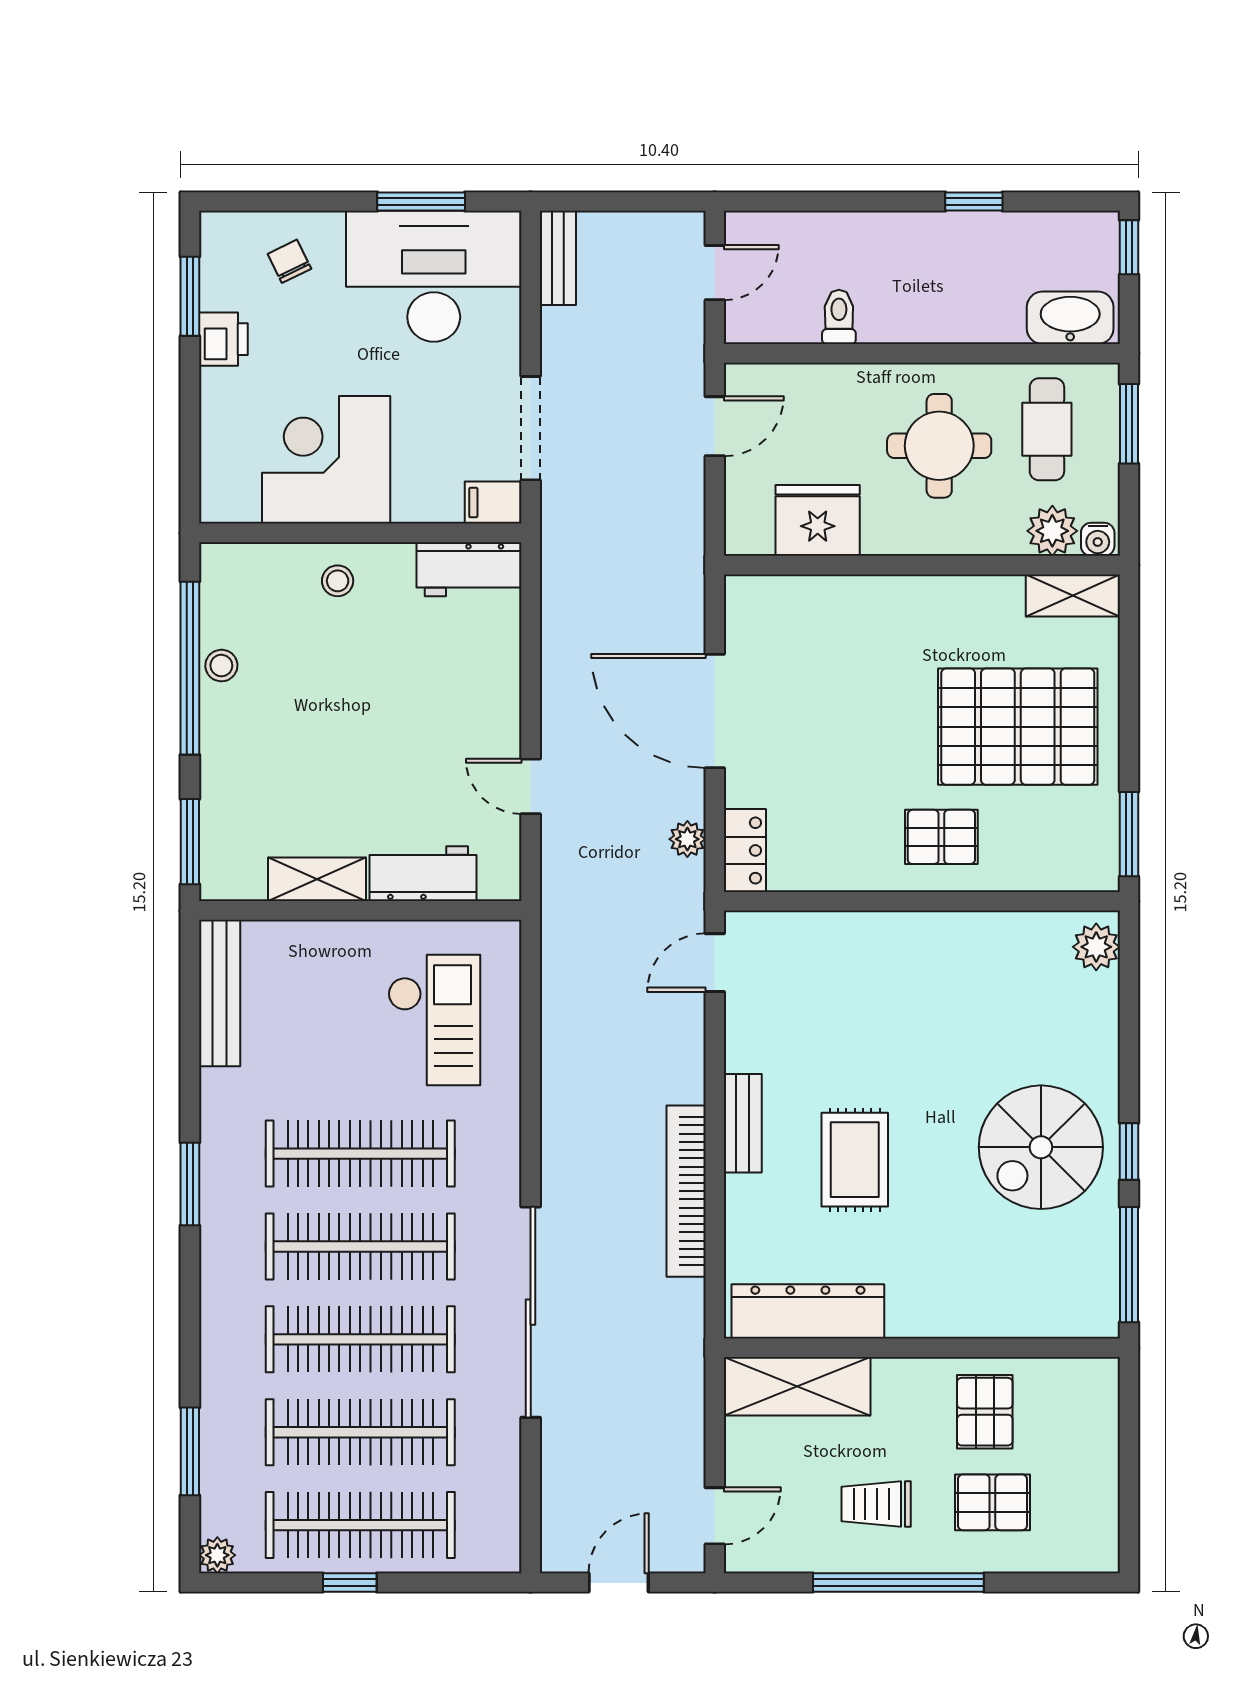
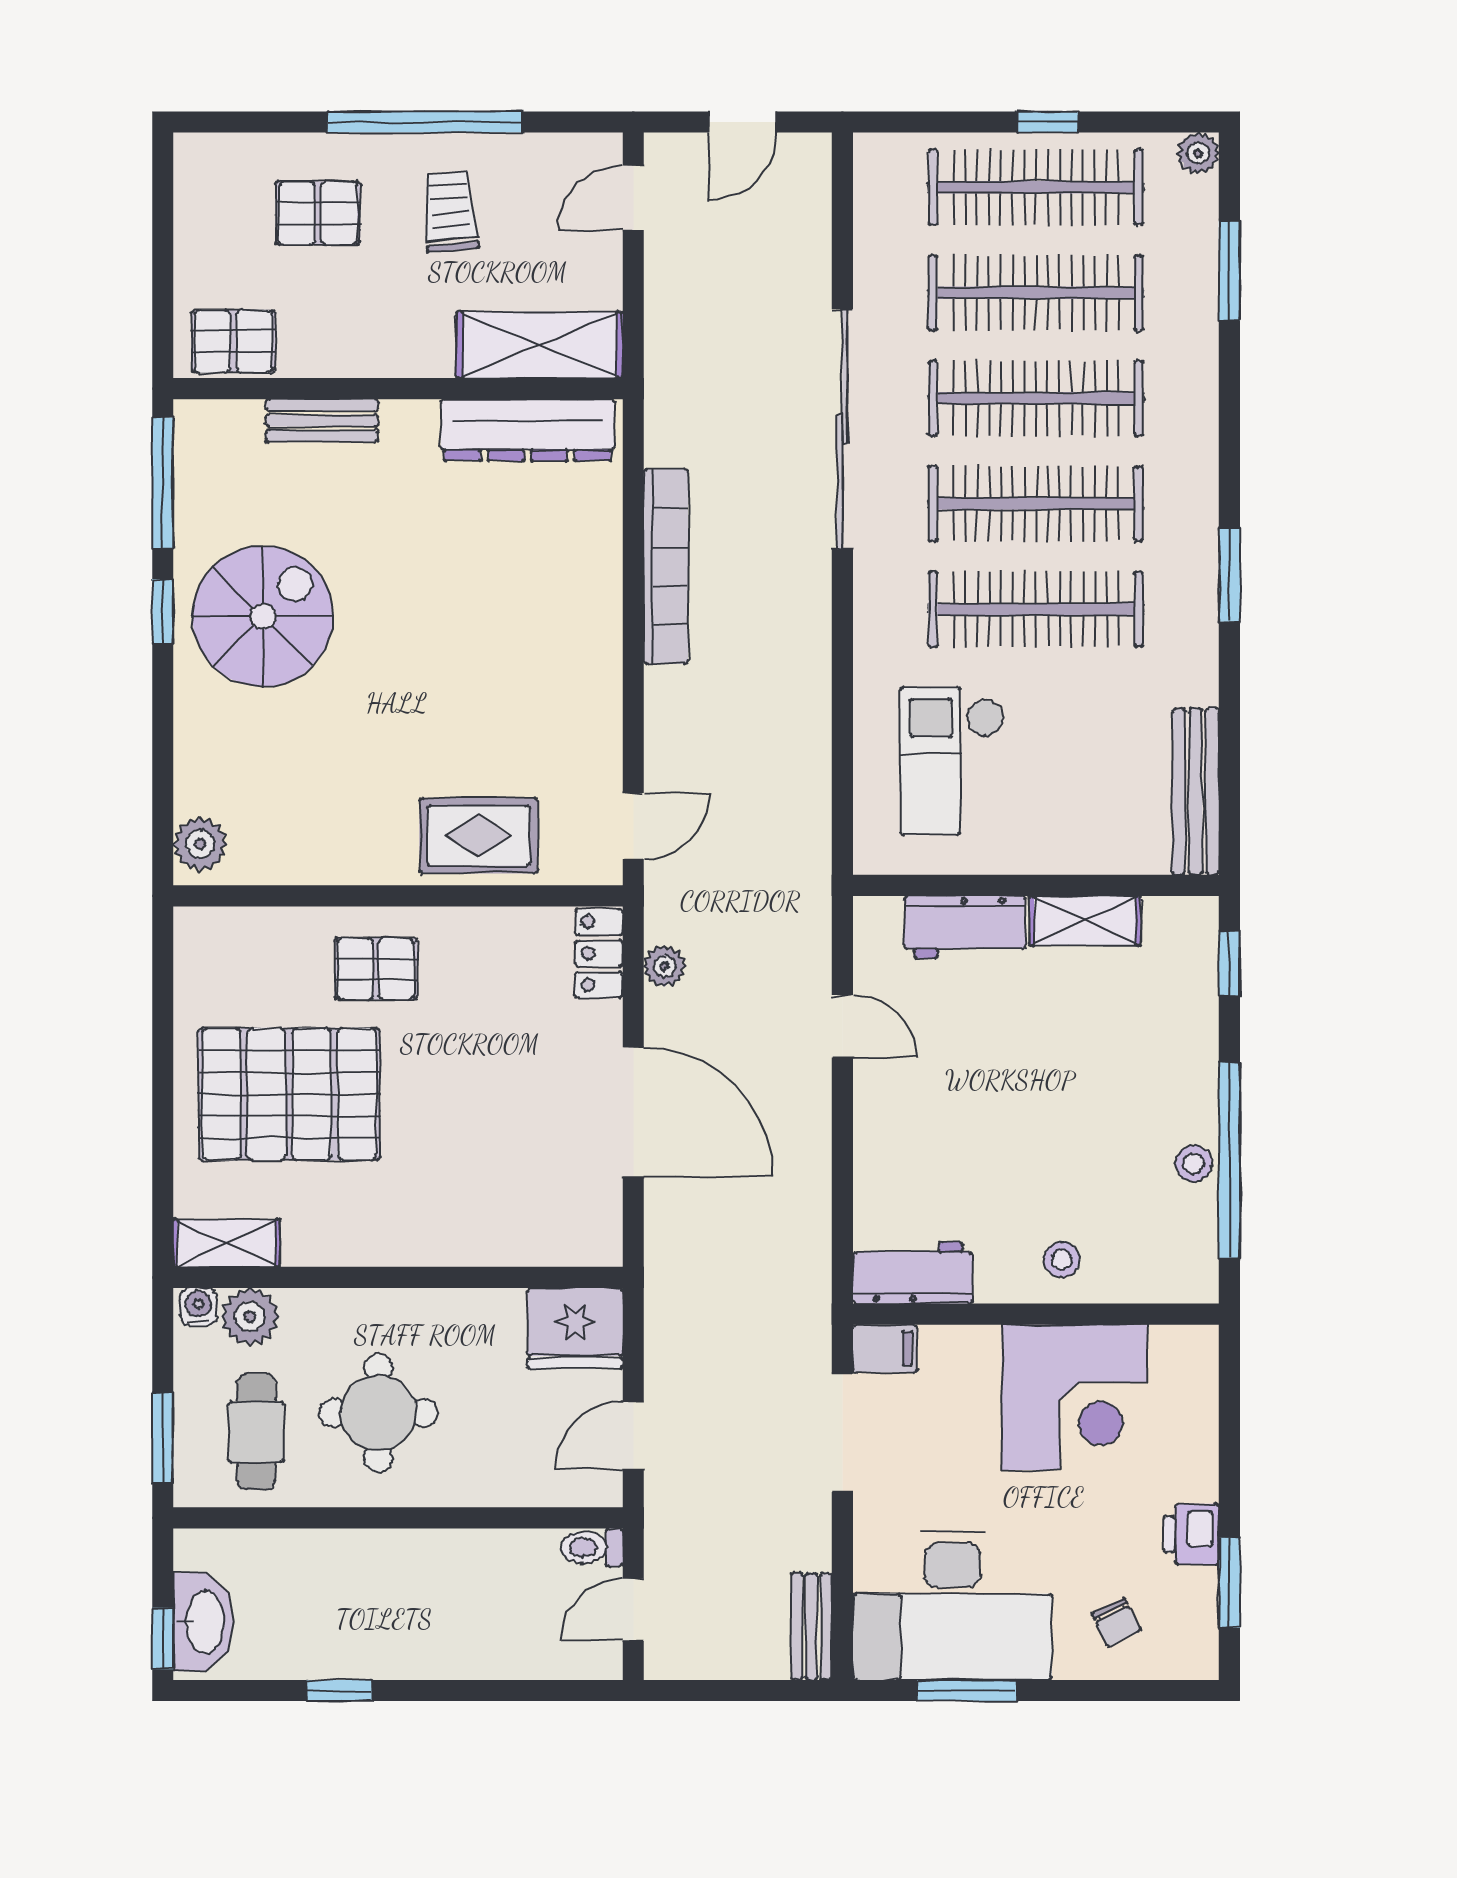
toilet: (839, 317) -> (592, 1547), moved, turned 90
washbasin: (1070, 318) -> (203, 1622), moved, turned -90
fridge: (818, 520) -> (575, 1328), moved
window: (1129, 834) -> (163, 972), removed
window: (190, 842) -> (1229, 964), width x0.67
bench: (743, 1123) -> (322, 421), moved, turned 90
rug: (855, 1160) -> (479, 836), moved, turned 90
pallet: (985, 1412) -> (233, 341), moved, turned 90
trolley: (876, 1504) -> (450, 211), turned -95

